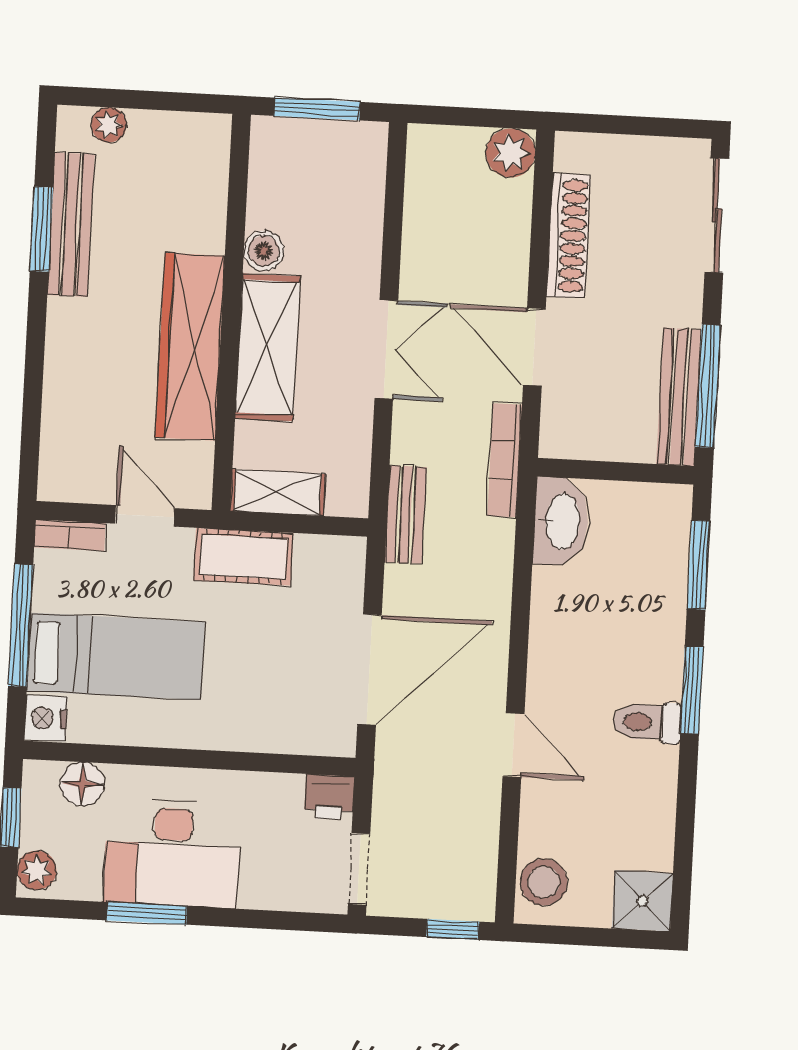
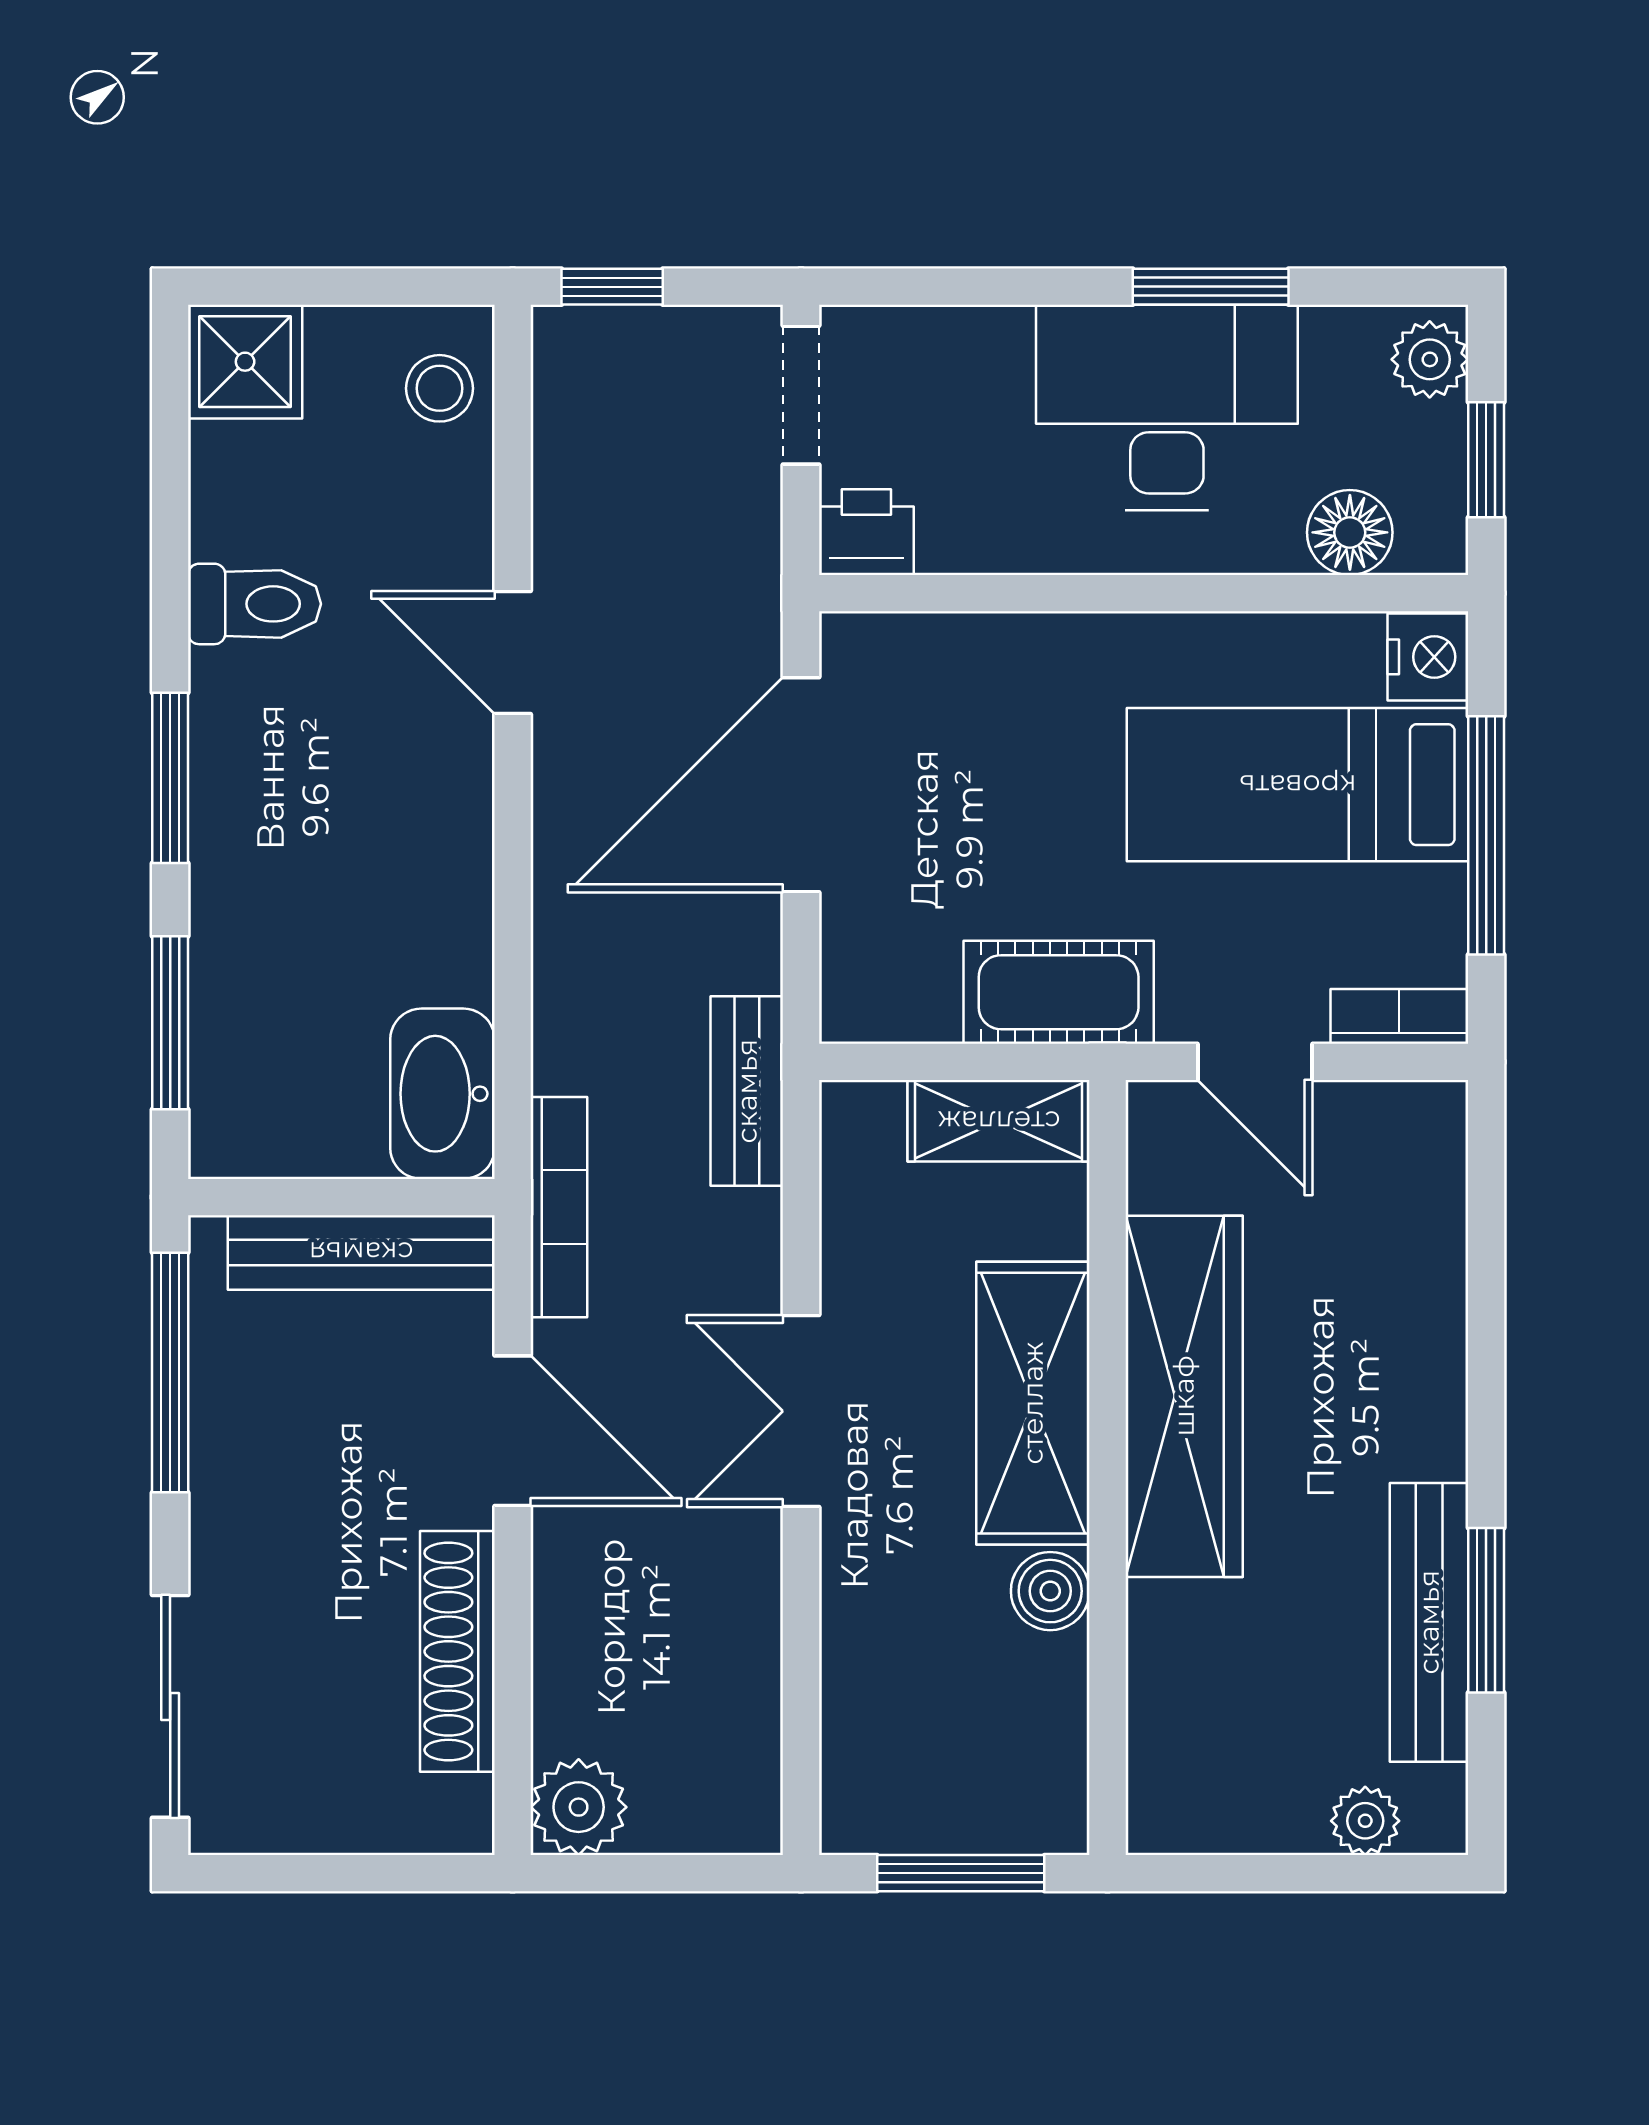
bench: (679, 397) -> (361, 1252), moved, turned 90
toilet: (647, 722) -> (255, 604), moved
stool: (544, 882) -> (440, 388), width x0.73, depth x0.73

